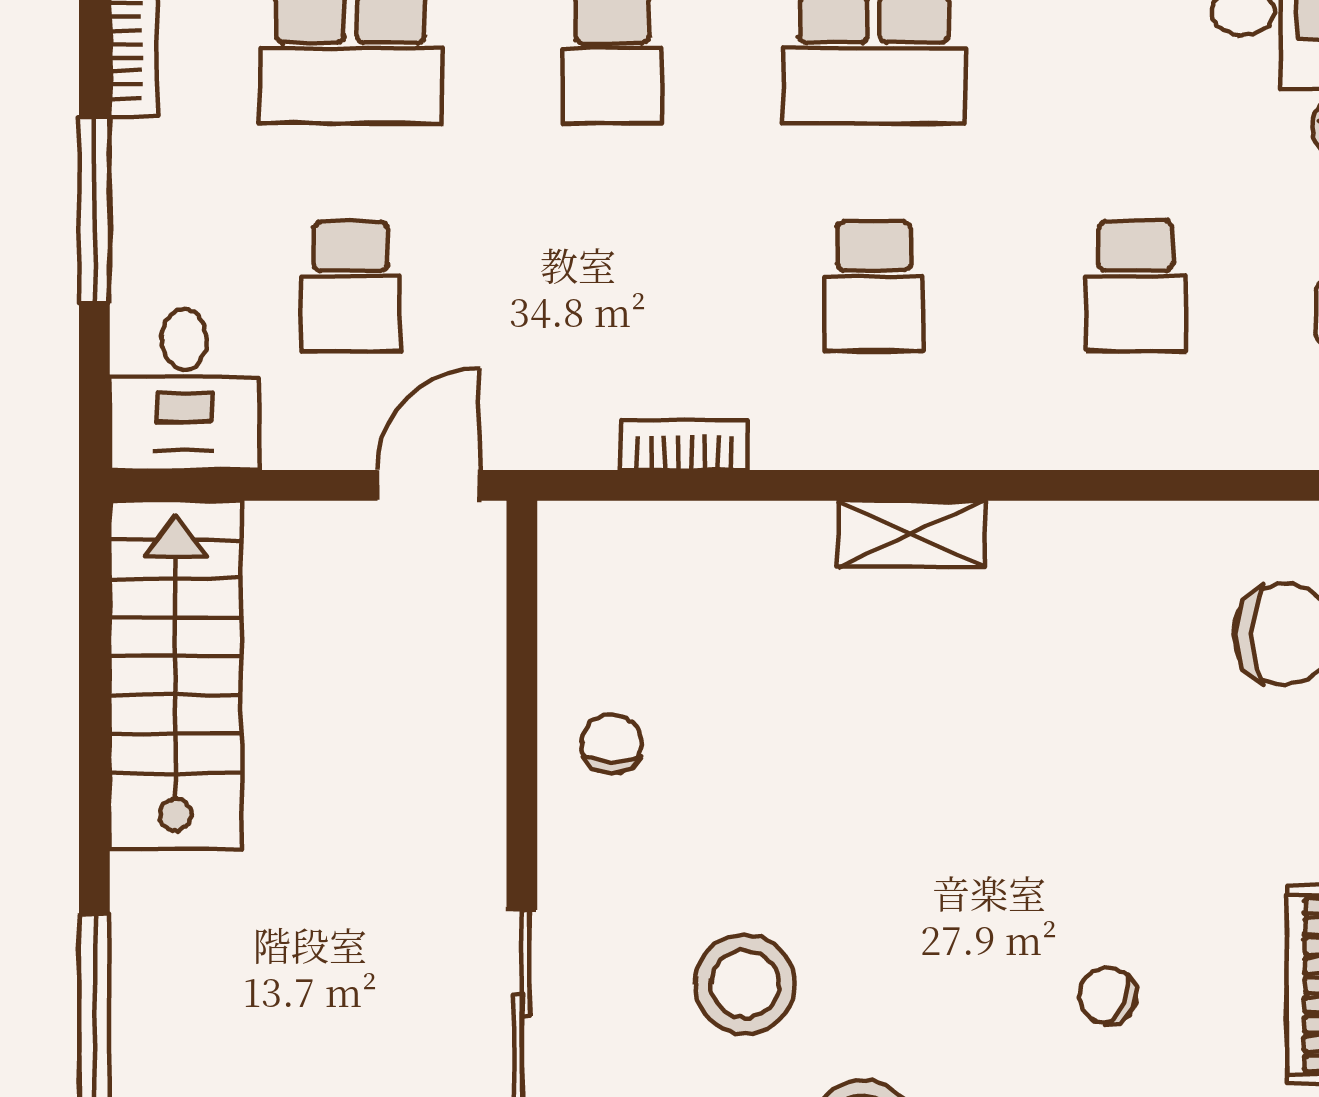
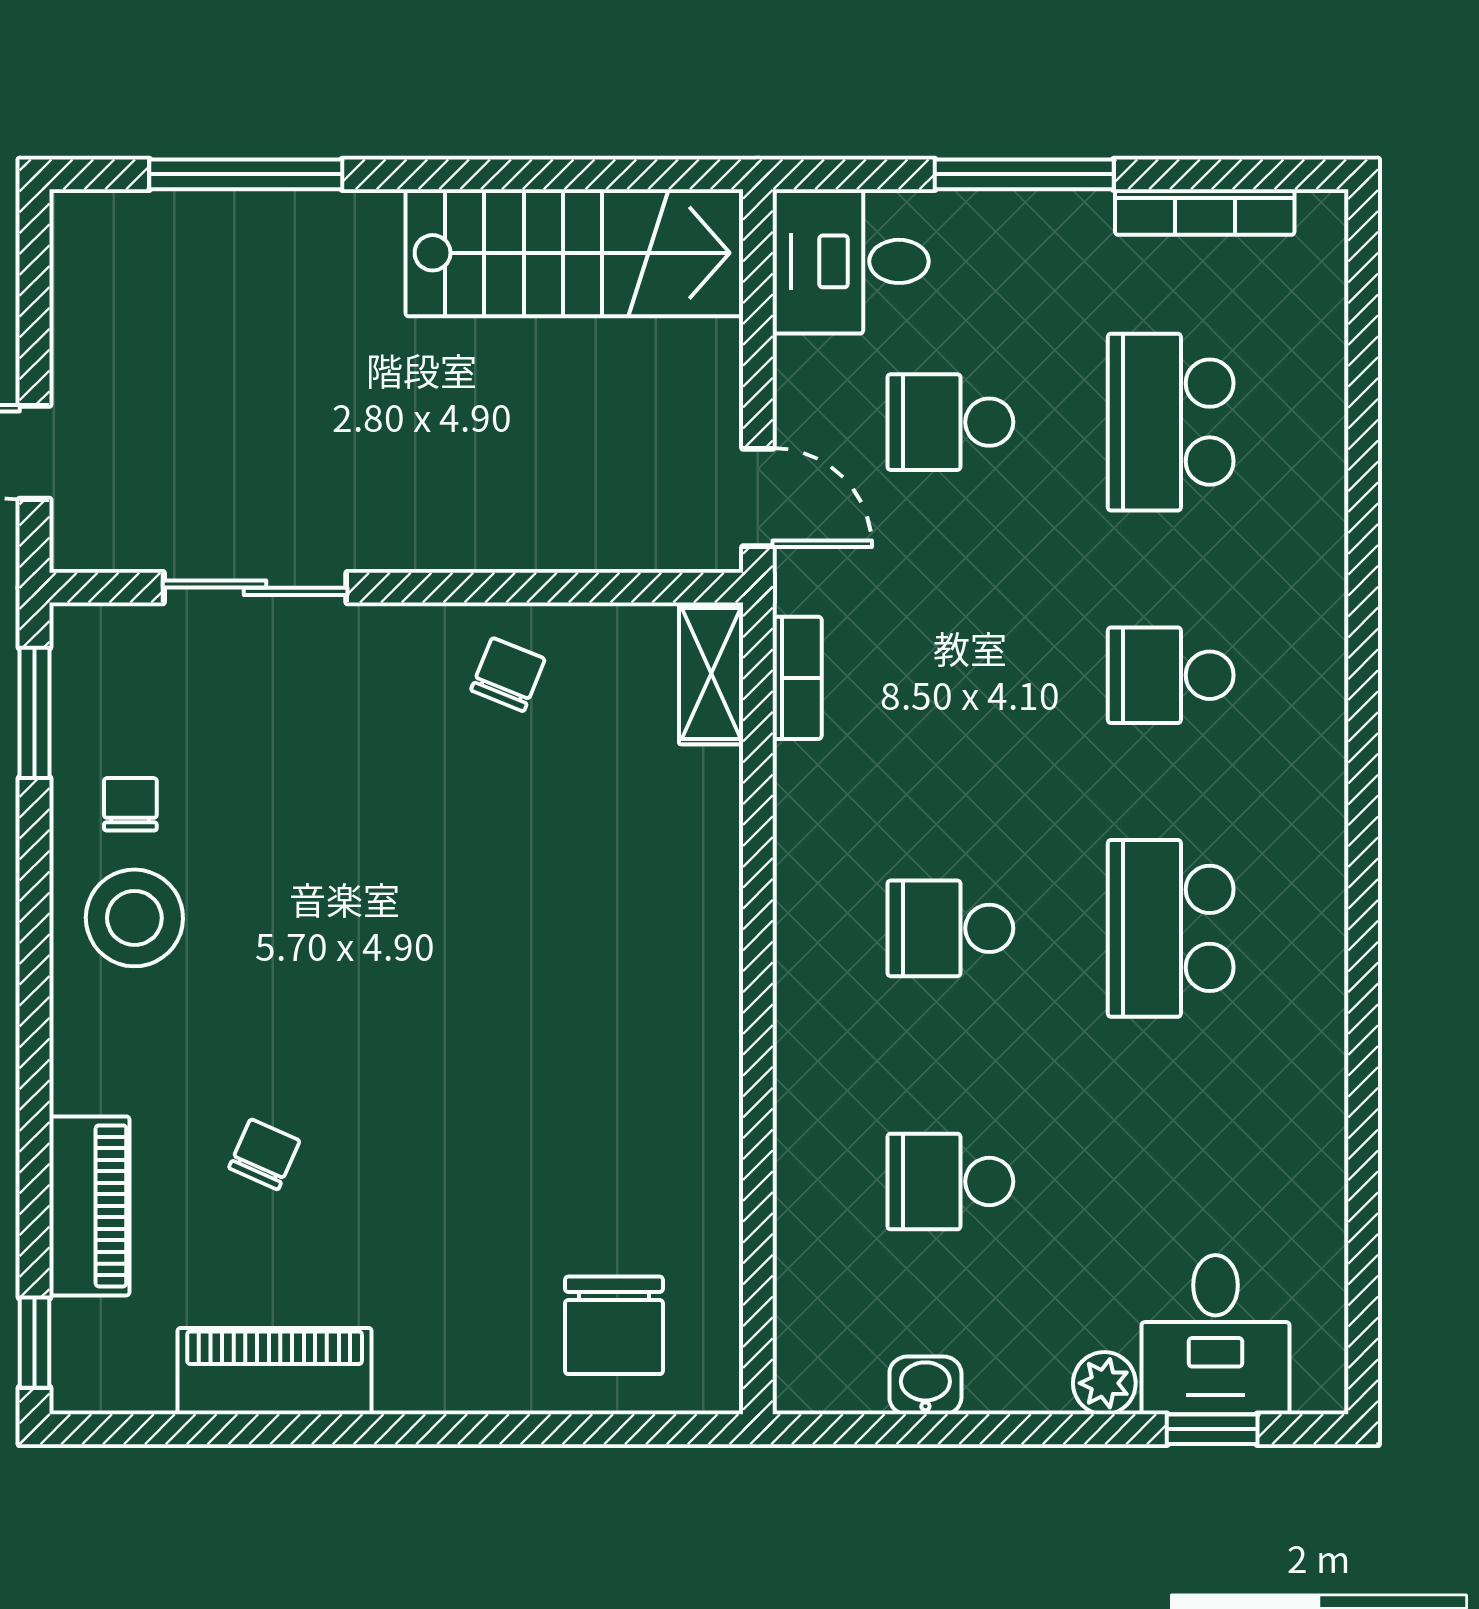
bookcase: (684, 445) -> (797, 678), moved
shelving: (912, 534) -> (711, 673), moved
chair: (612, 744) -> (508, 675), turned -68
stool: (745, 984) -> (275, 803), removed

